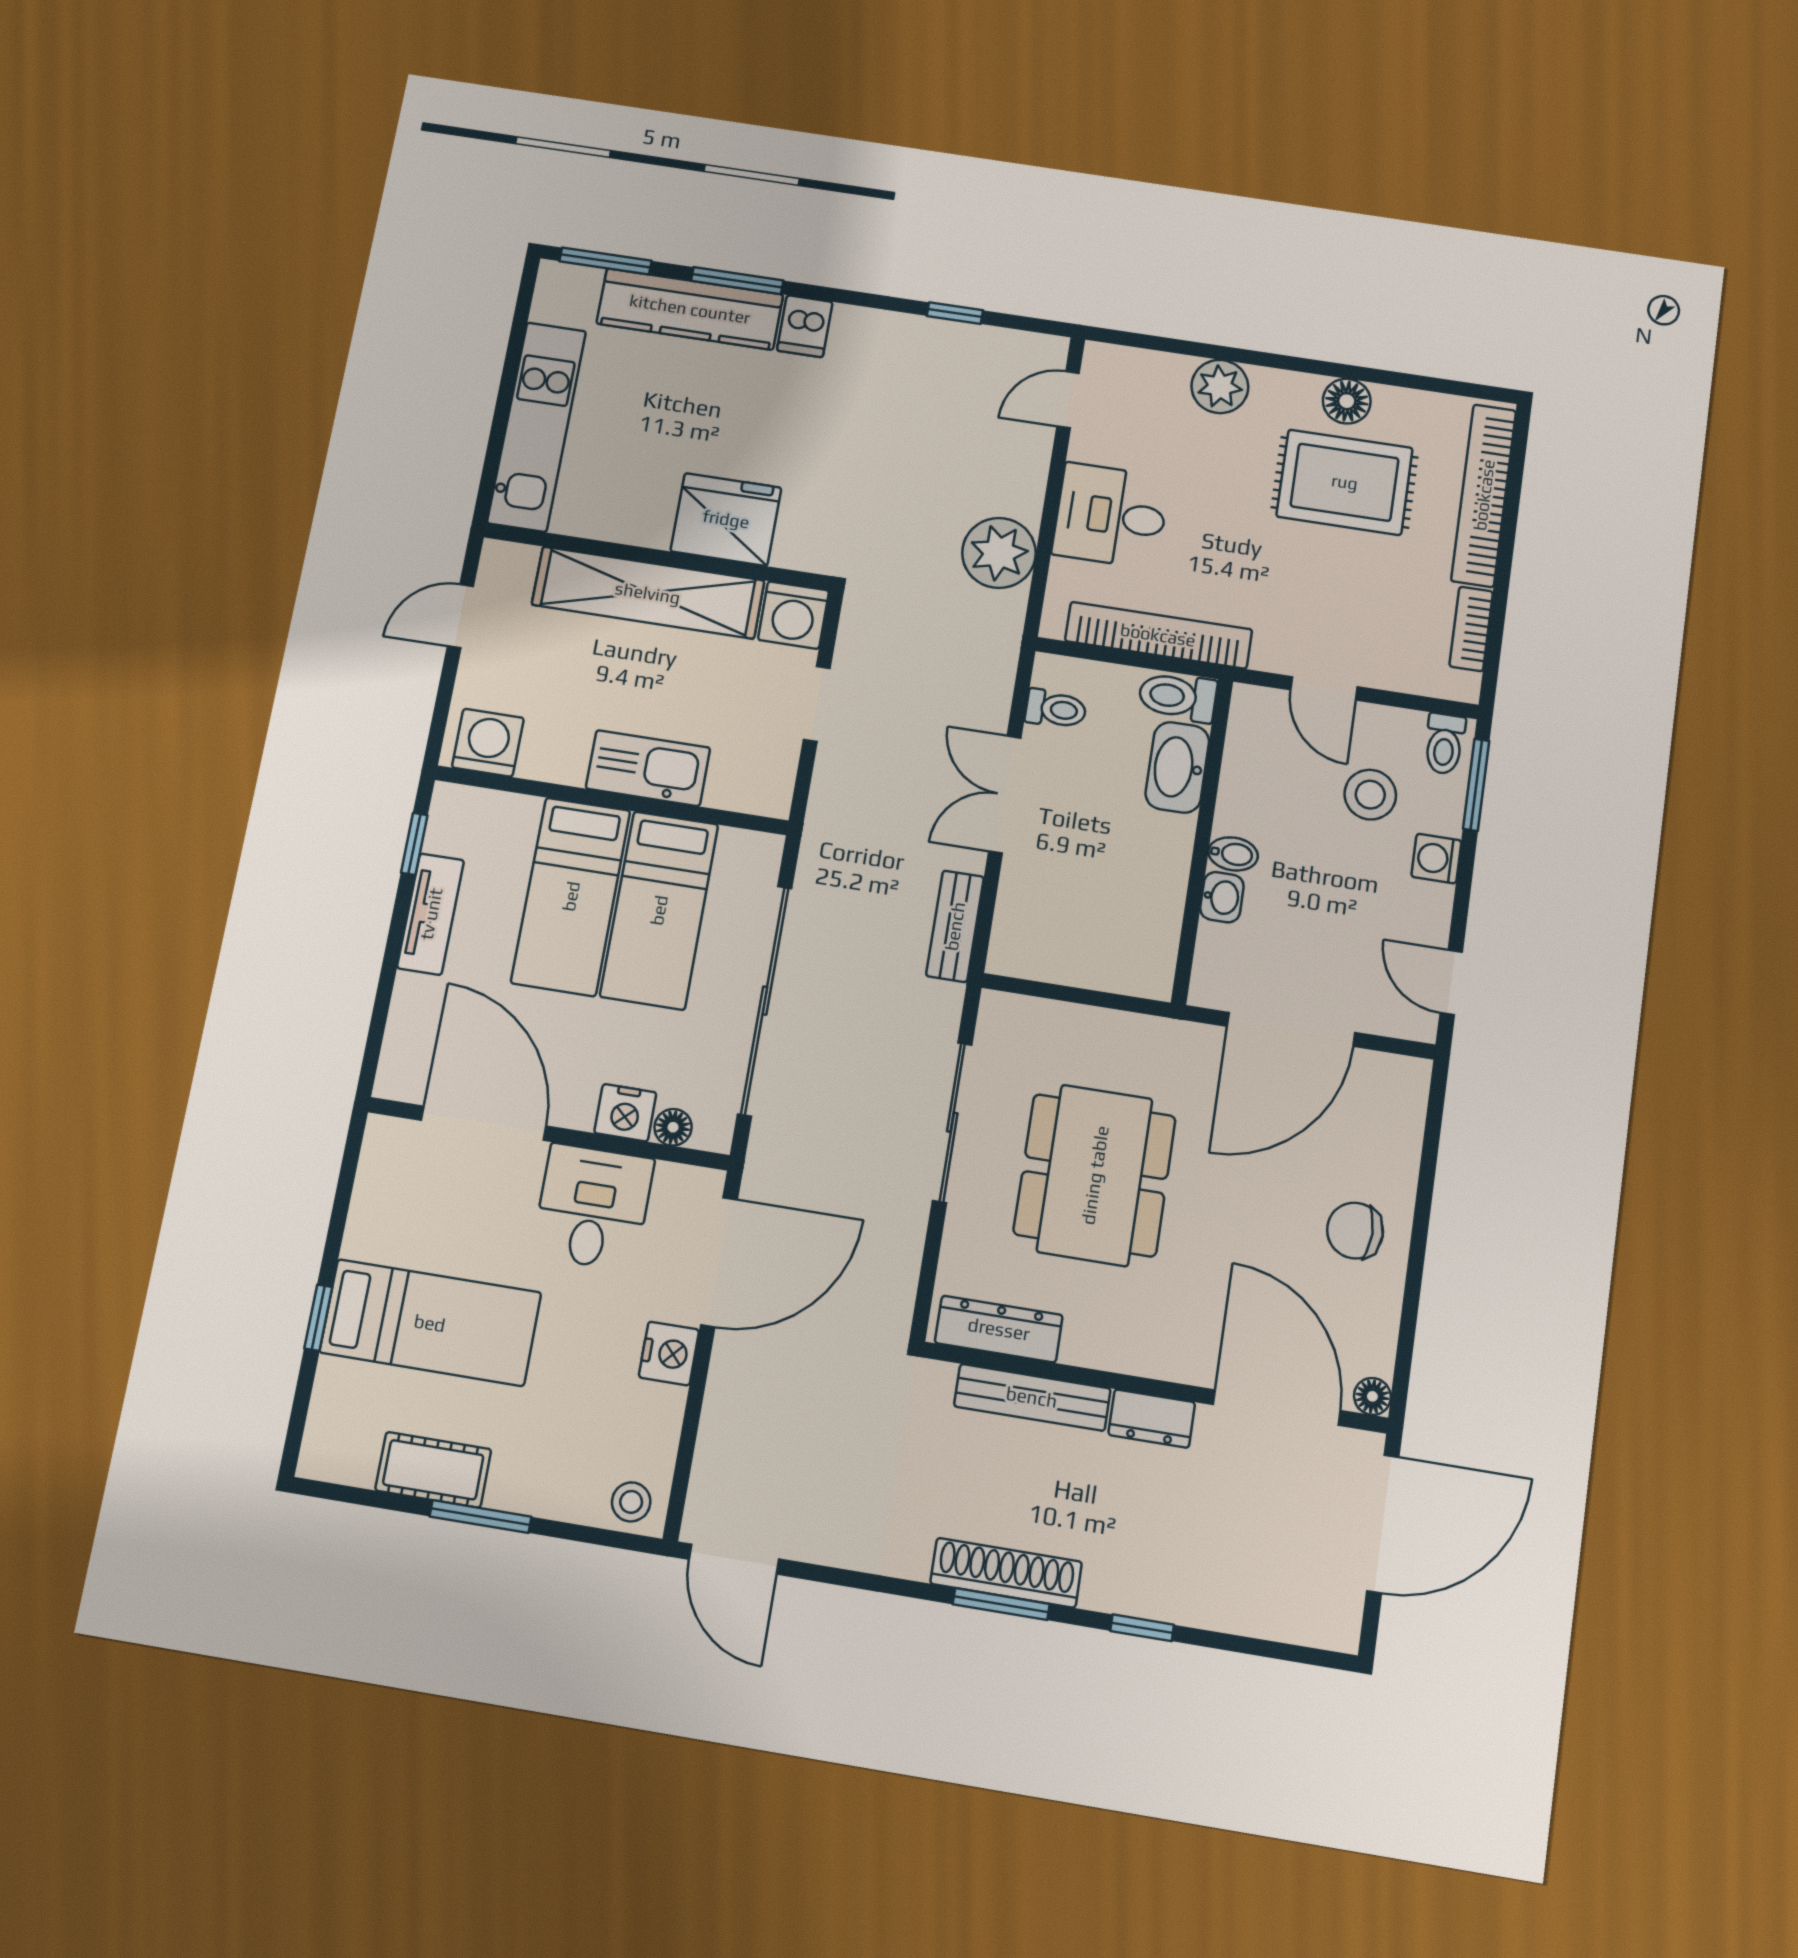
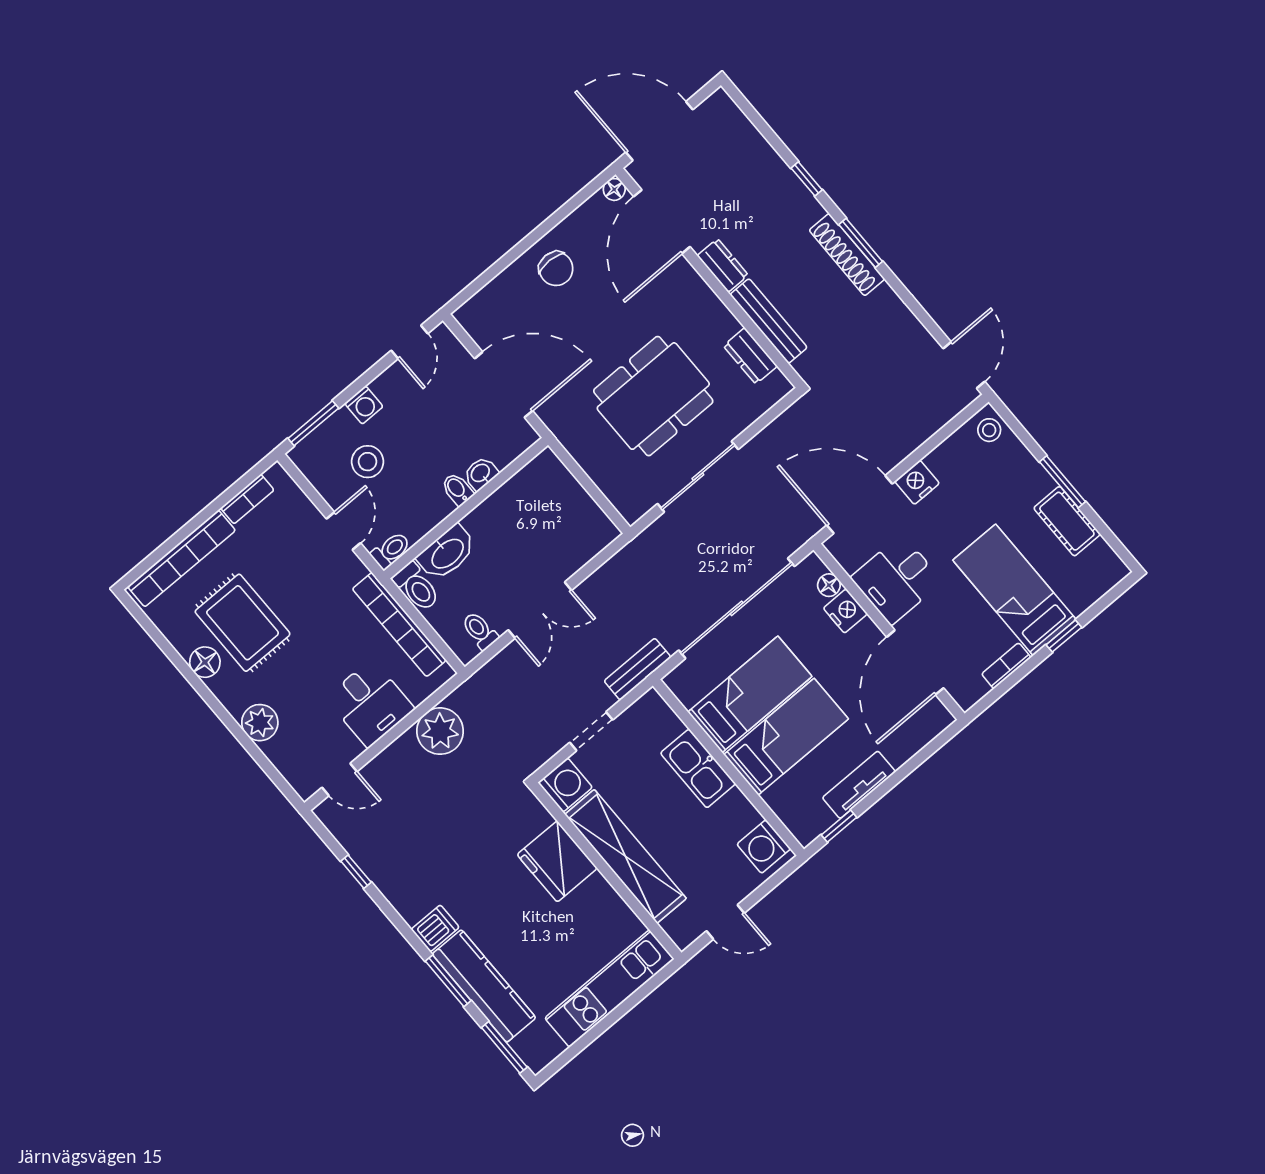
toilet: (1444, 744) -> (391, 550), moved
bench: (955, 926) -> (638, 669), moved
bookcase: (363, 1217) -> (1006, 666), added
dresser: (999, 1329) -> (750, 356), width x0.70

